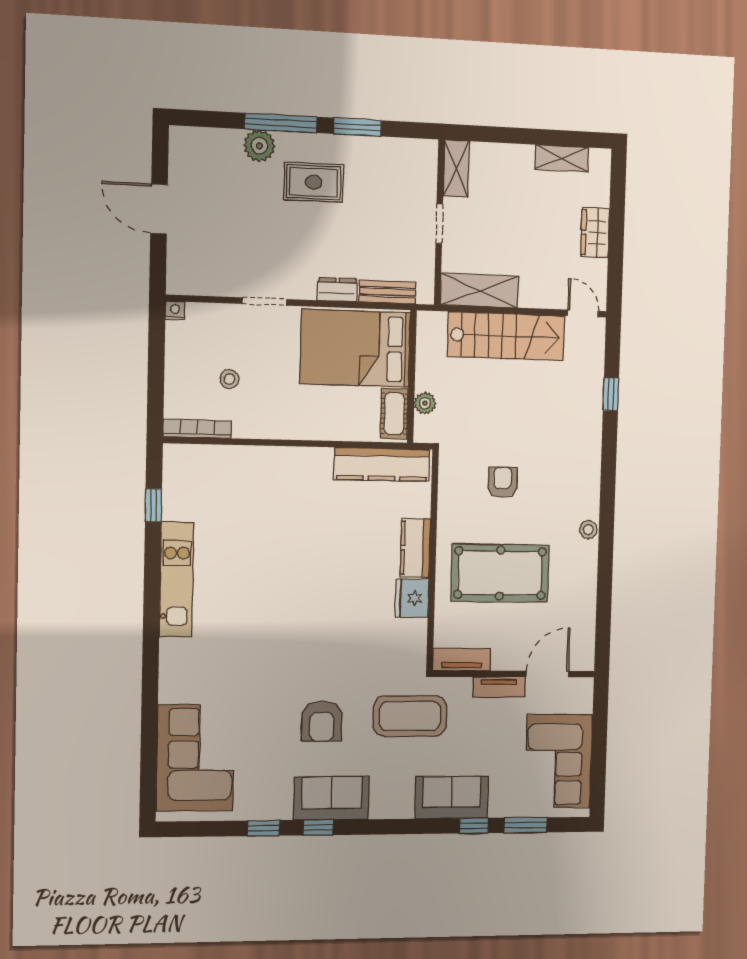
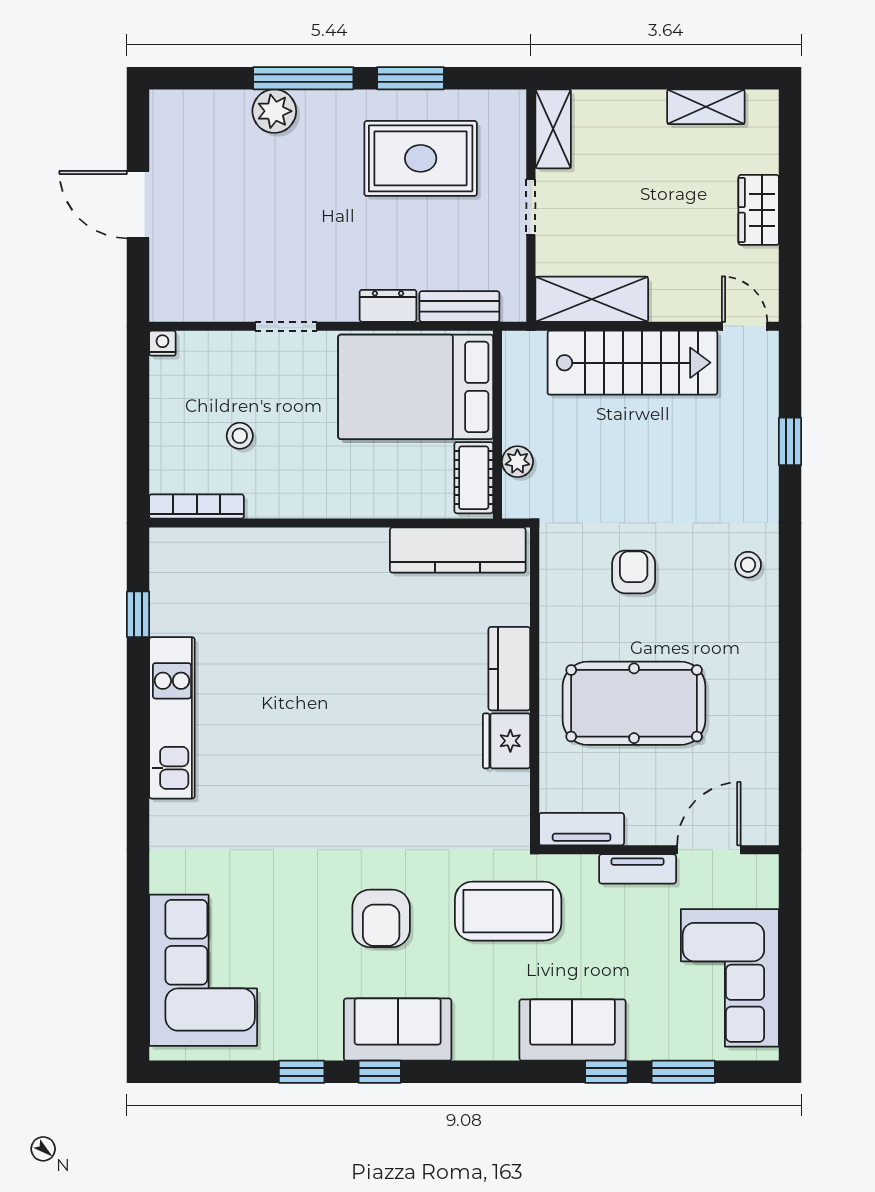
rug: (314, 182) -> (421, 158), moved, width x1.36, depth x1.43
stool: (588, 530) -> (748, 565), moved

